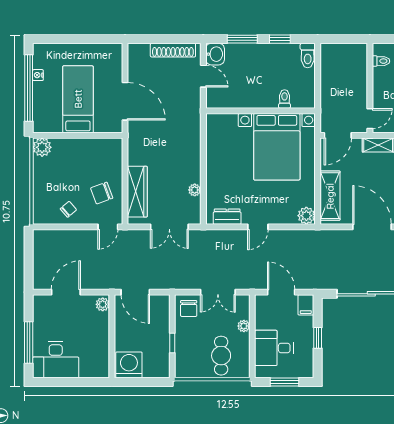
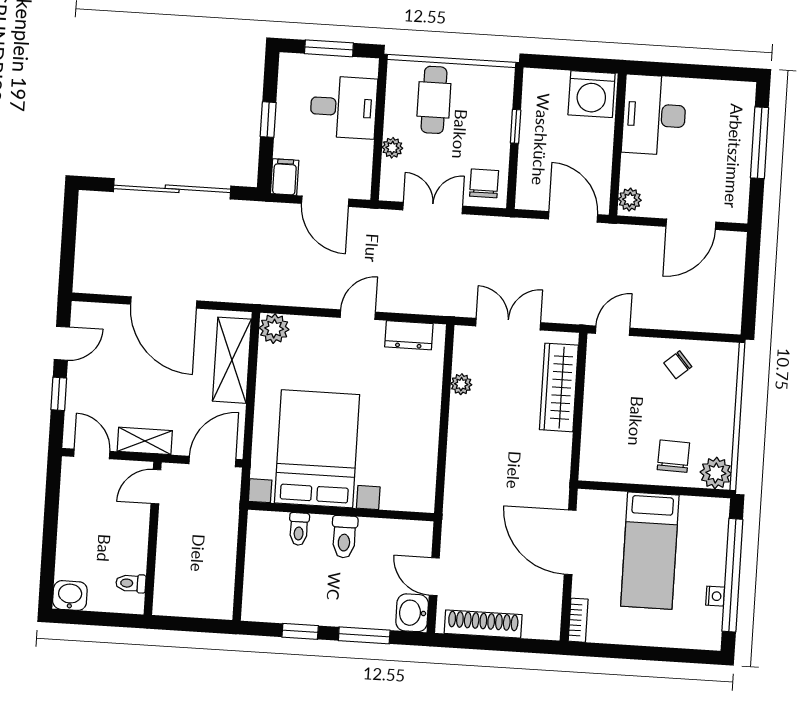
toilet: (308, 55) -> (344, 537), moved, turned 180
bookcase: (117, 56) -> (578, 620), added
chair: (102, 193) -> (673, 456), moved, turned -68
desk: (56, 360) -> (654, 115), moved, turned -90

